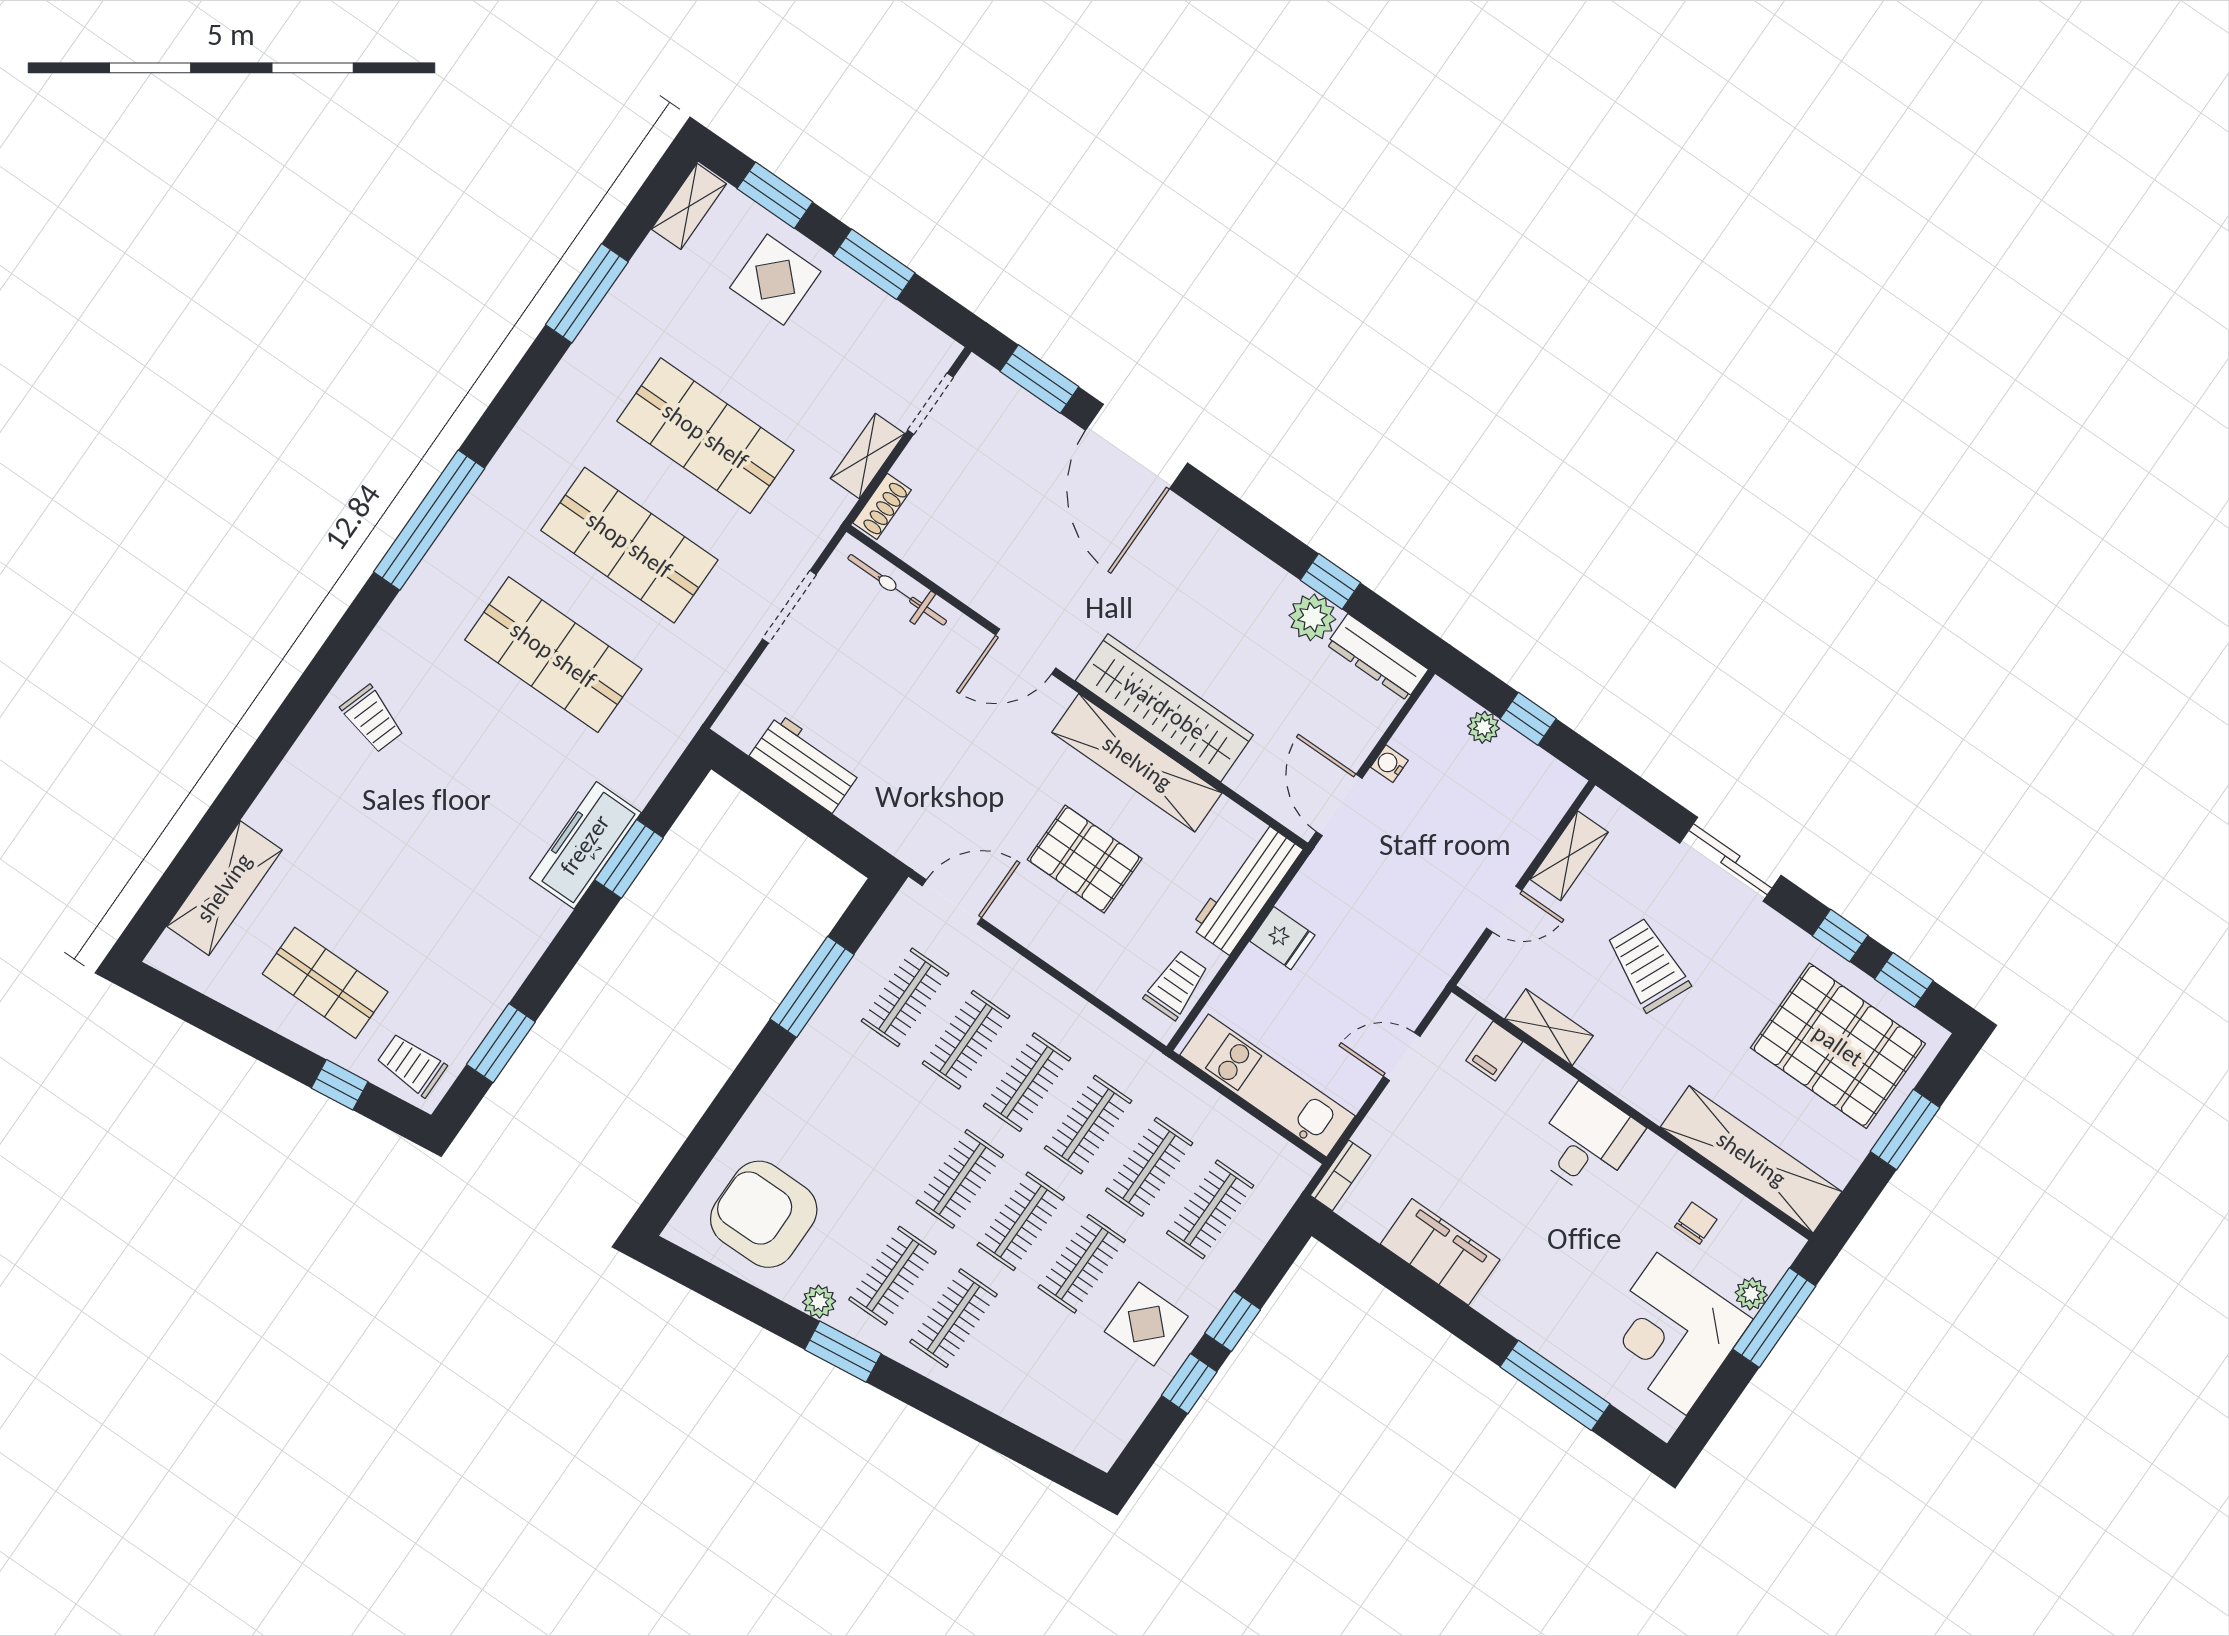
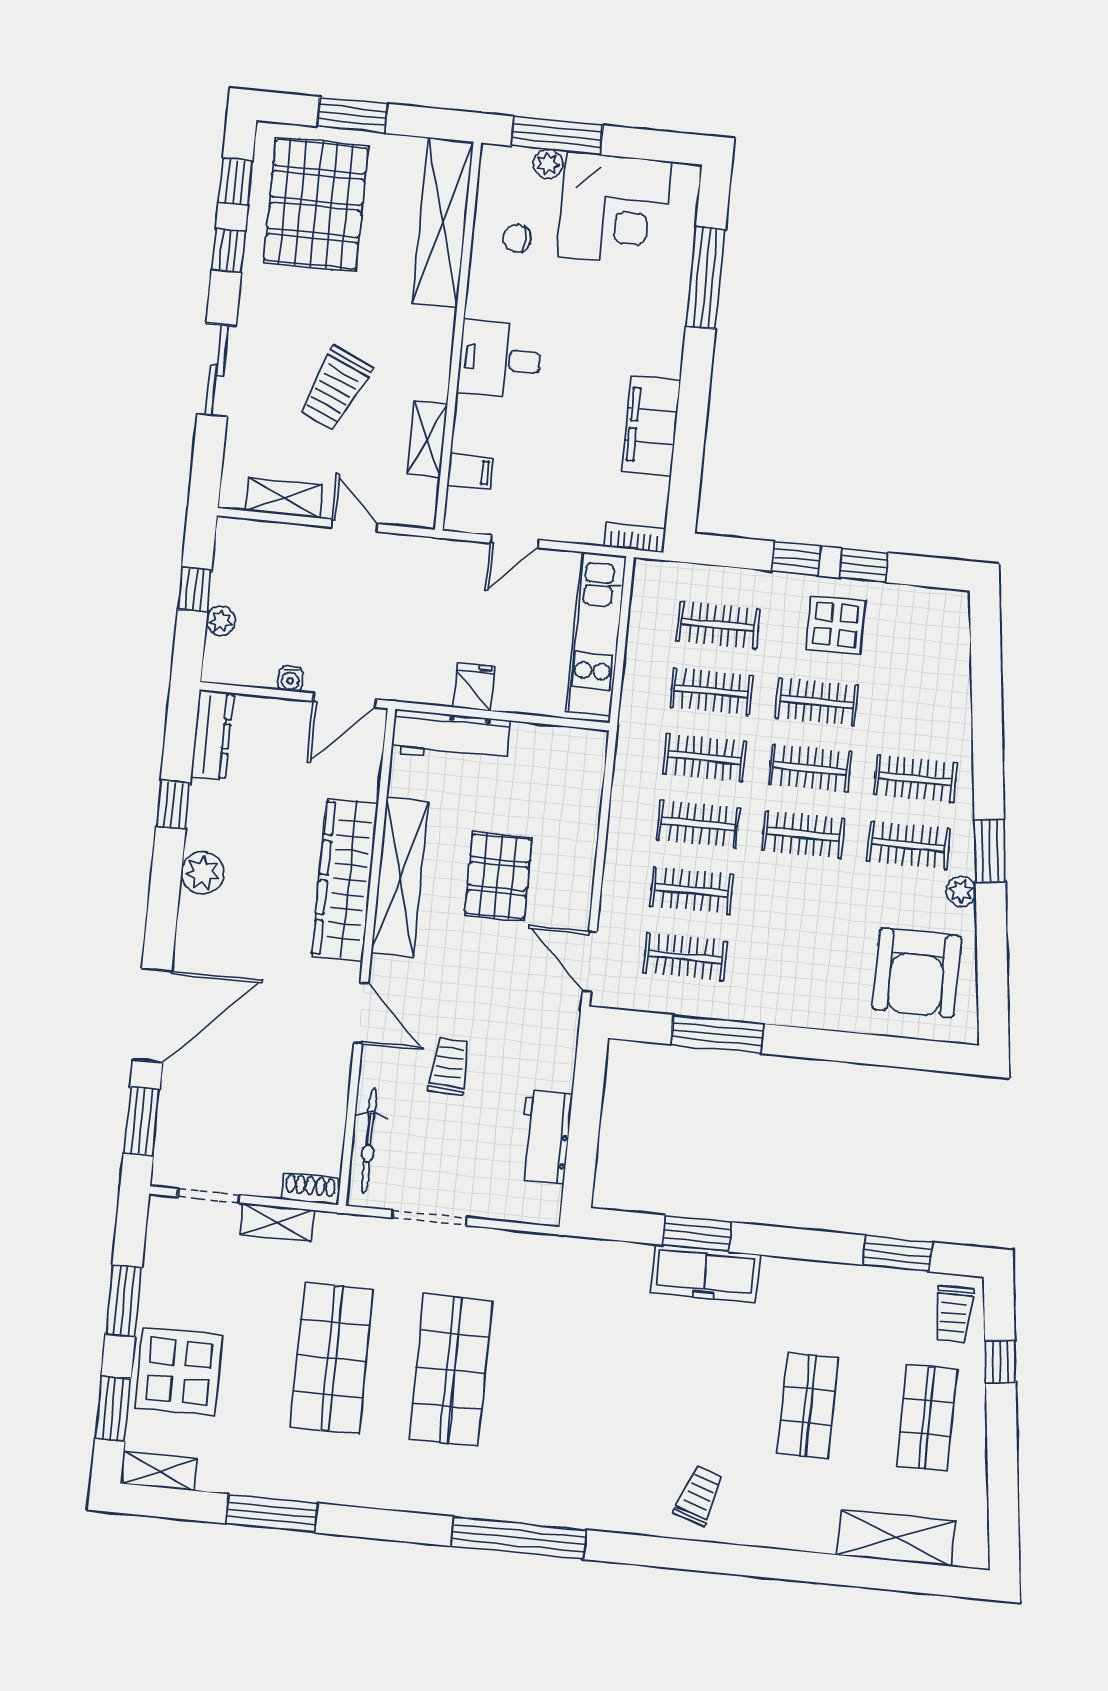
display table: (775, 280) -> (179, 1372), width x1.36, depth x1.36
plant: (1312, 617) -> (202, 873), moved
shop shelf: (553, 655) -> (808, 1406), moved, width x0.70, depth x0.74
trolley: (1176, 985) -> (449, 1066), moved, turned 93
door: (1402, 1056) -> (515, 541), hinge flipped

